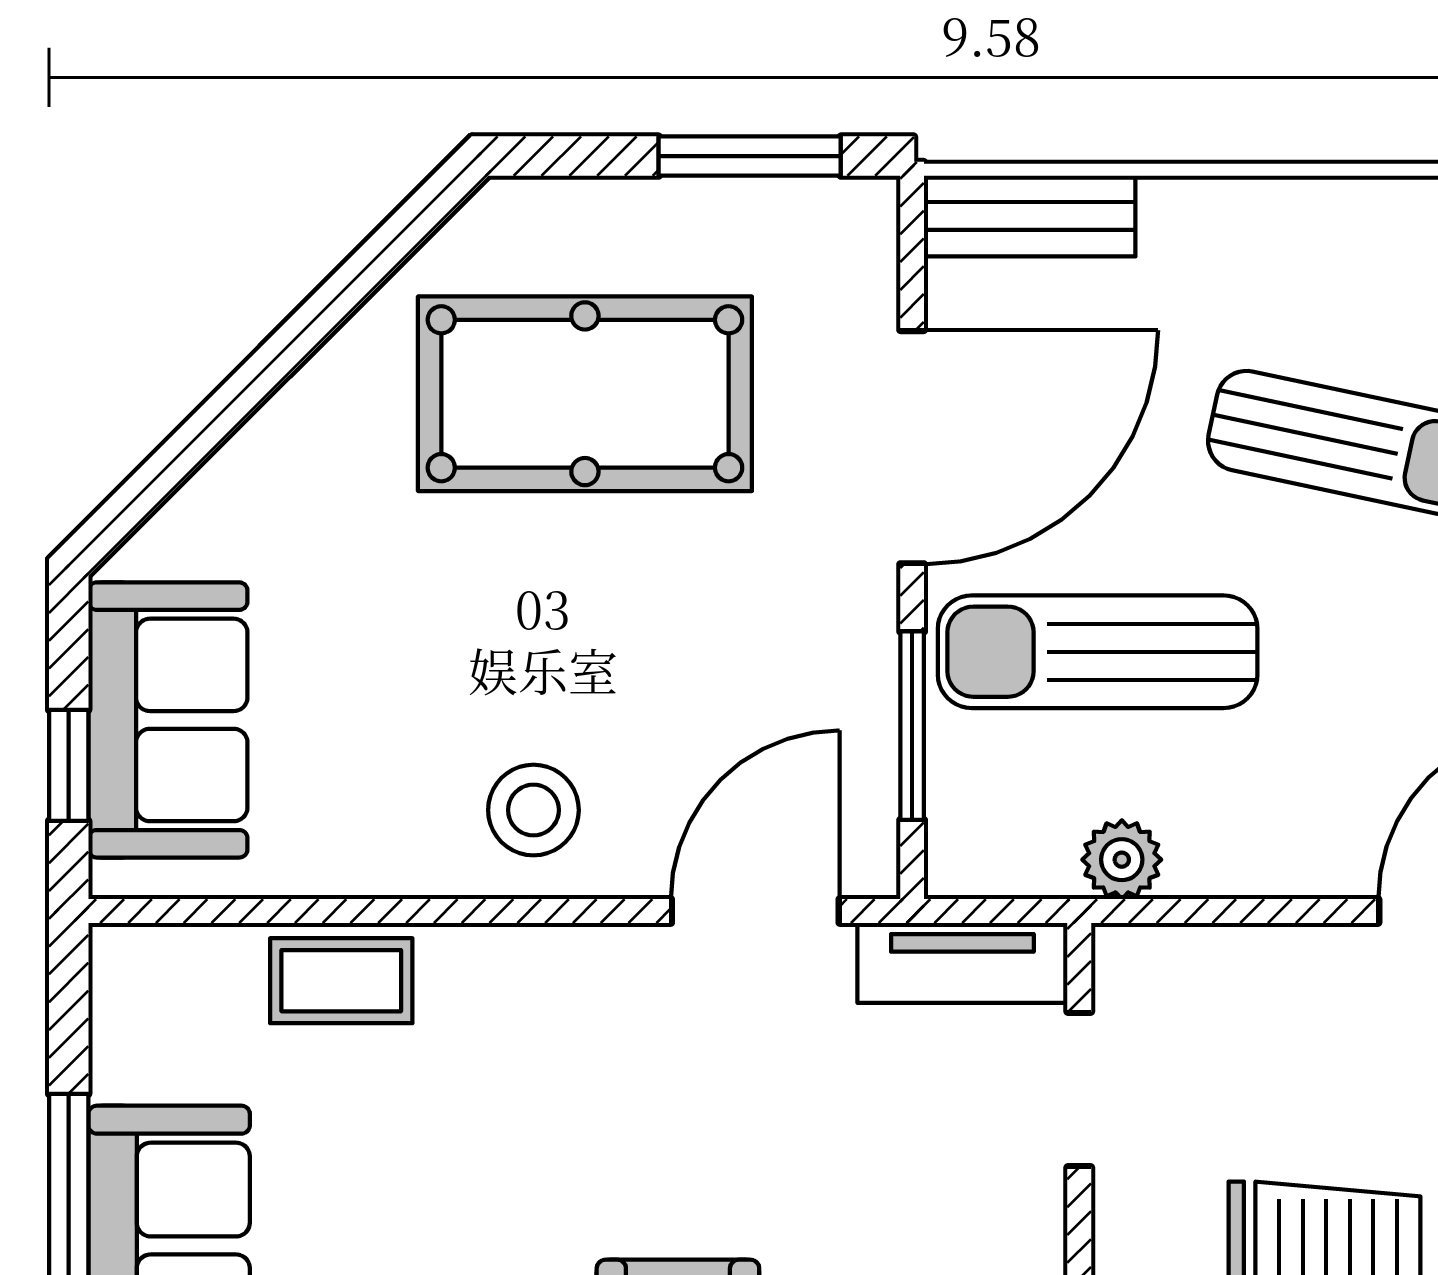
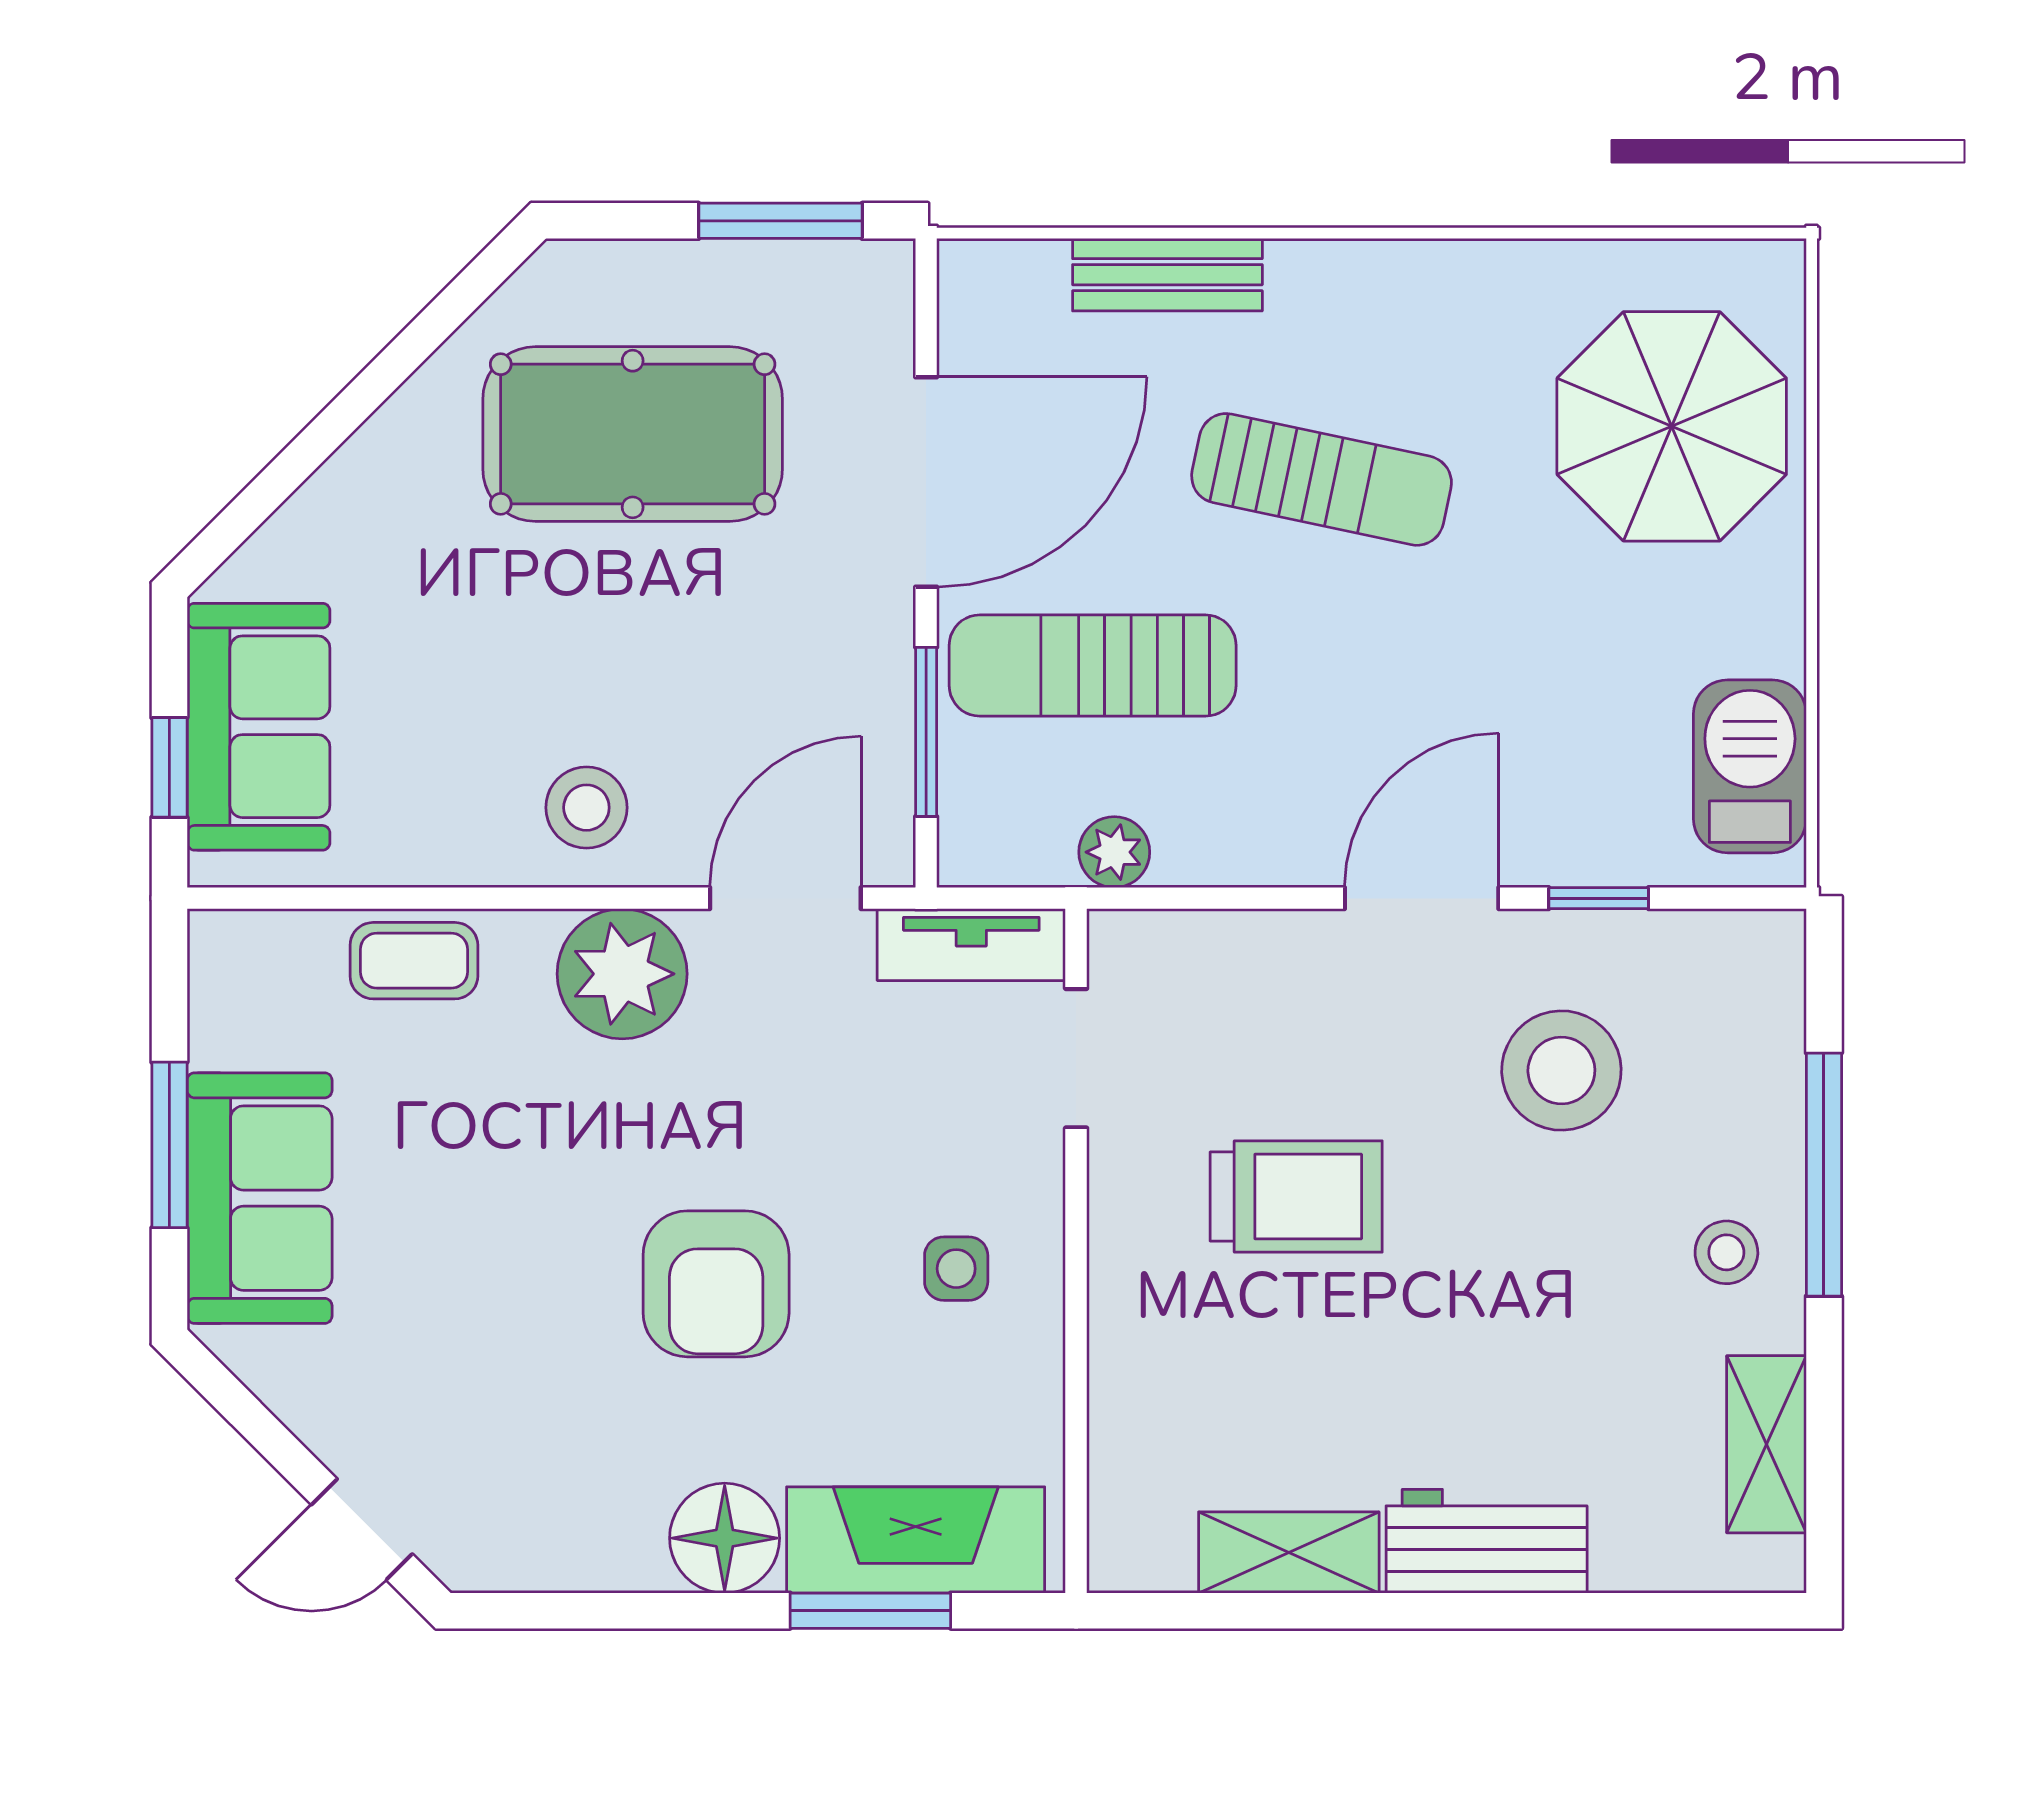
bench: (1030, 216) -> (1167, 275), moved
plant: (573, 995) -> (622, 974), added

